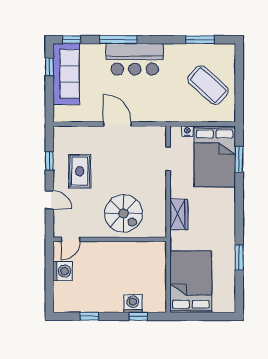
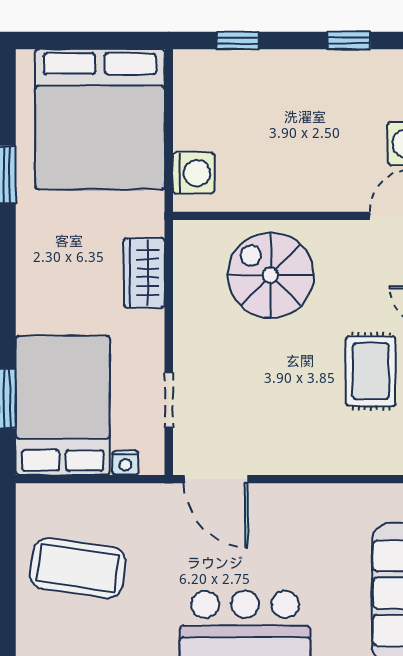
coffee table: (208, 85) -> (78, 568), turned -34
door: (117, 124) -> (216, 479), moved
bed: (191, 282) -> (100, 119), width x1.36
washing machine: (133, 303) -> (194, 173), moved, turned -90

